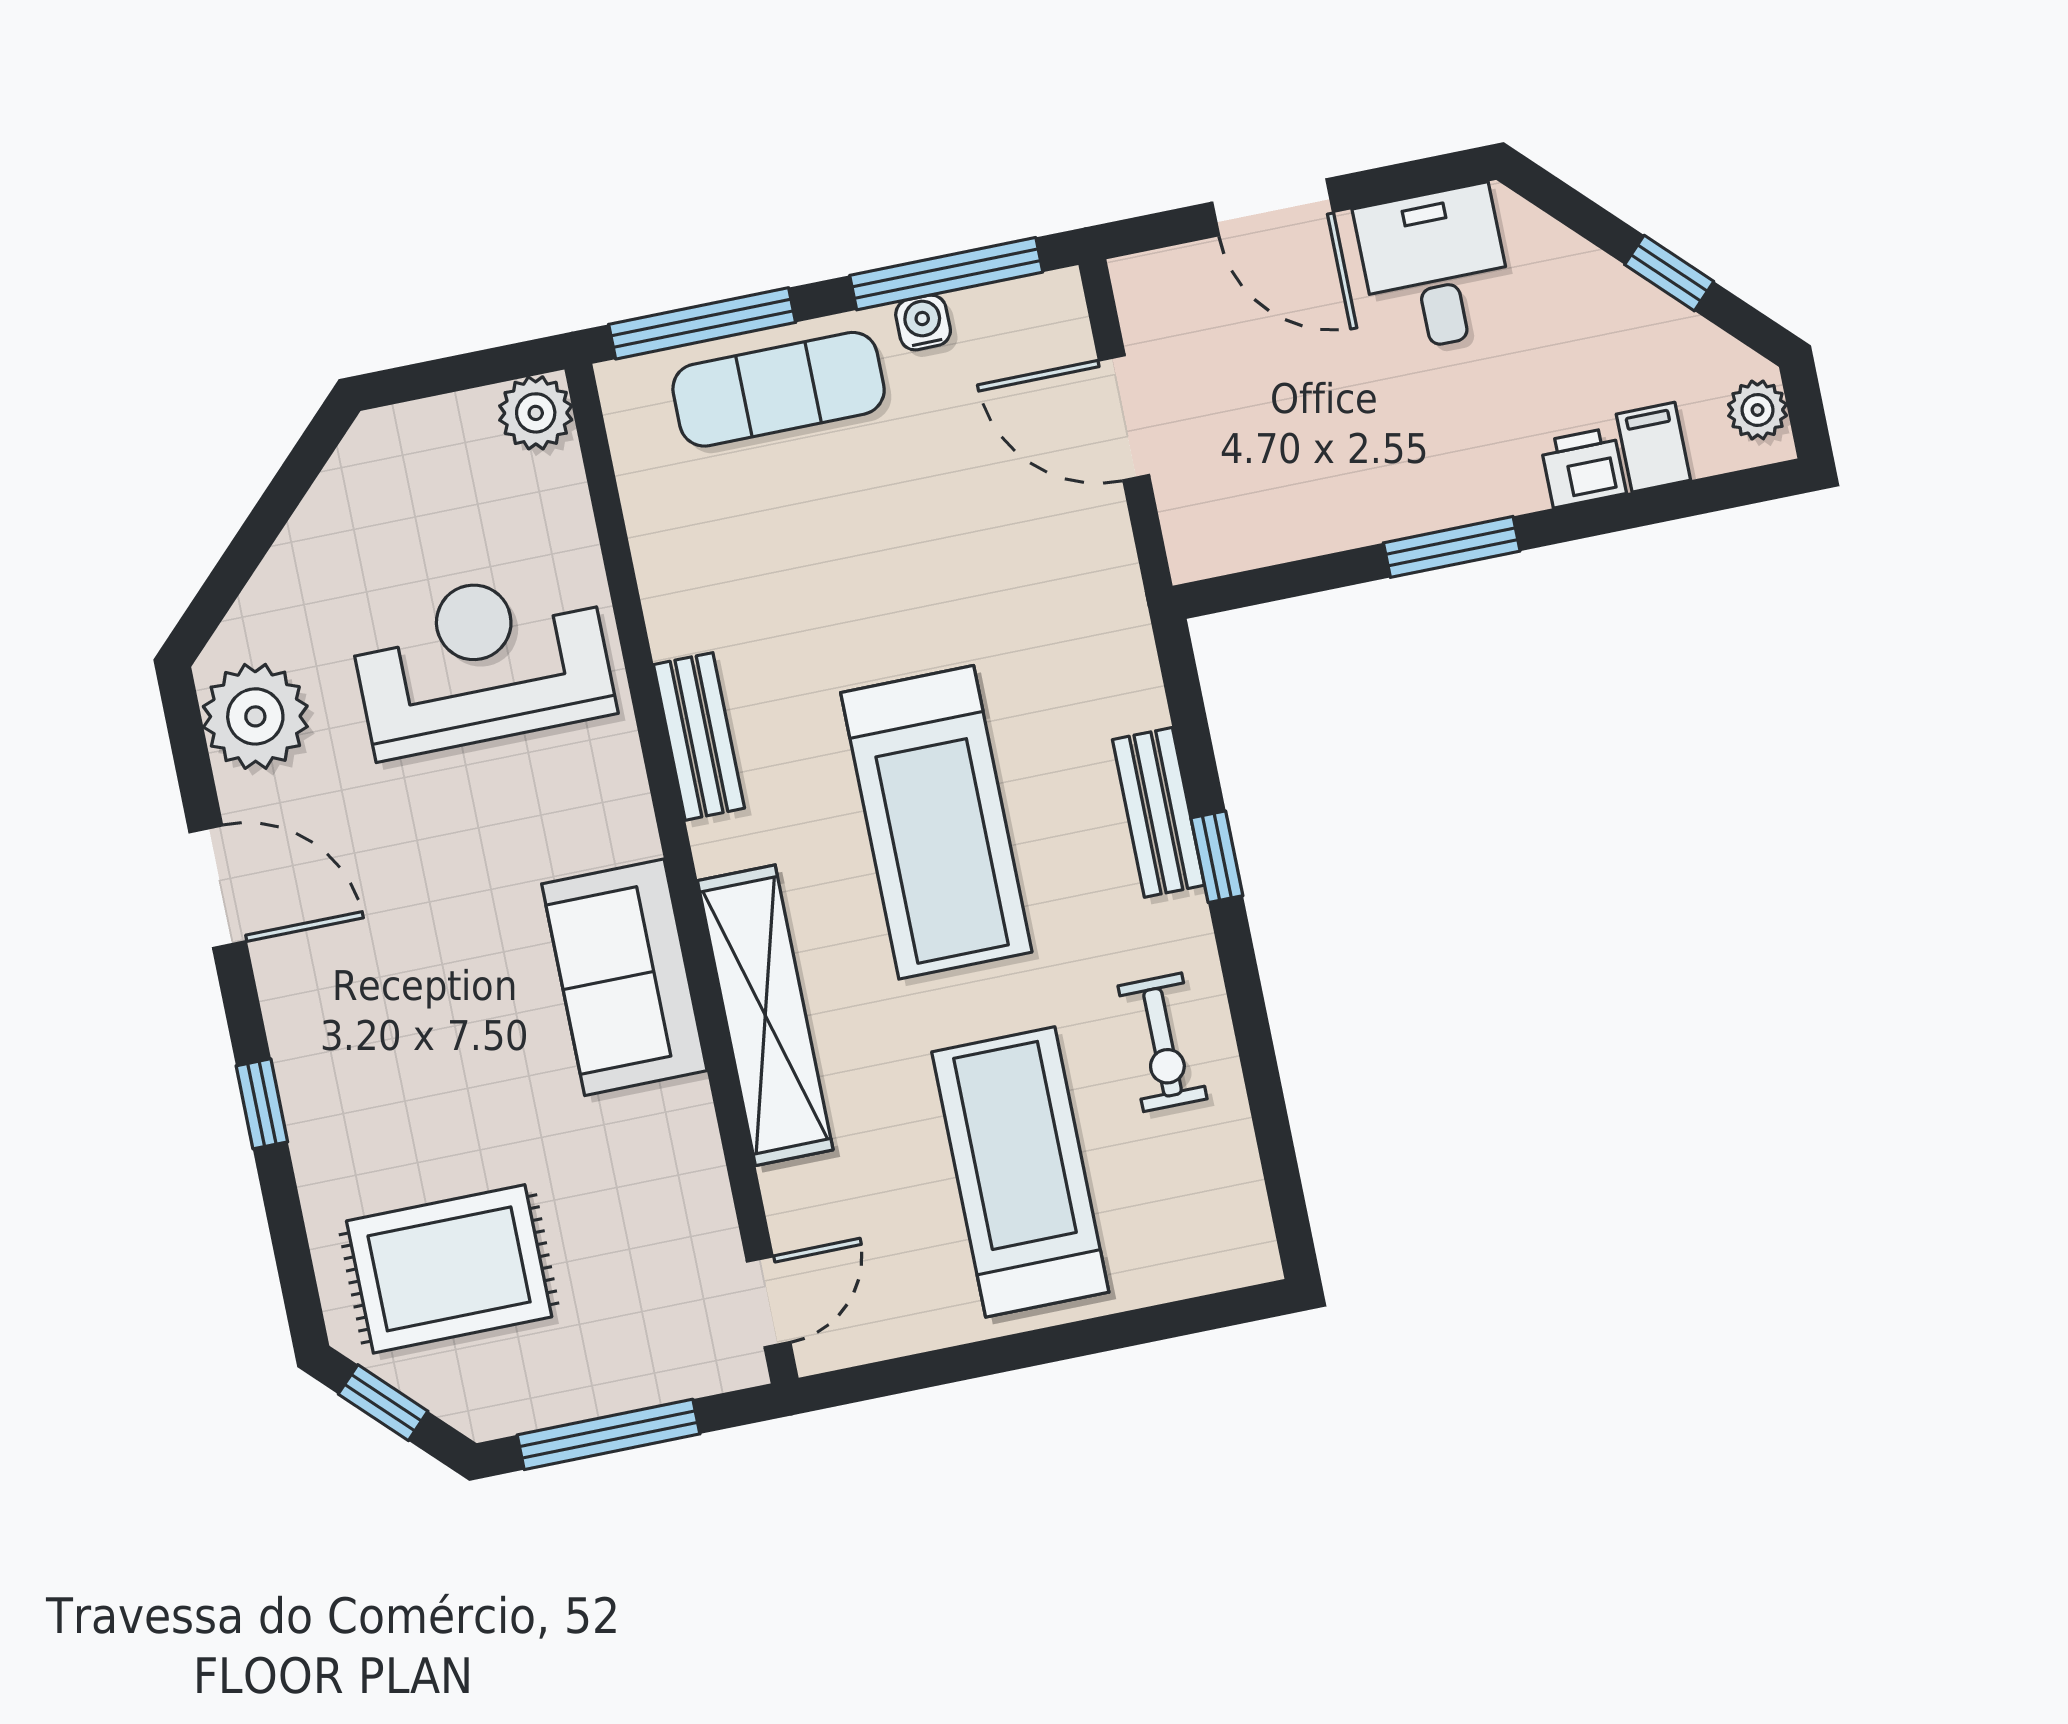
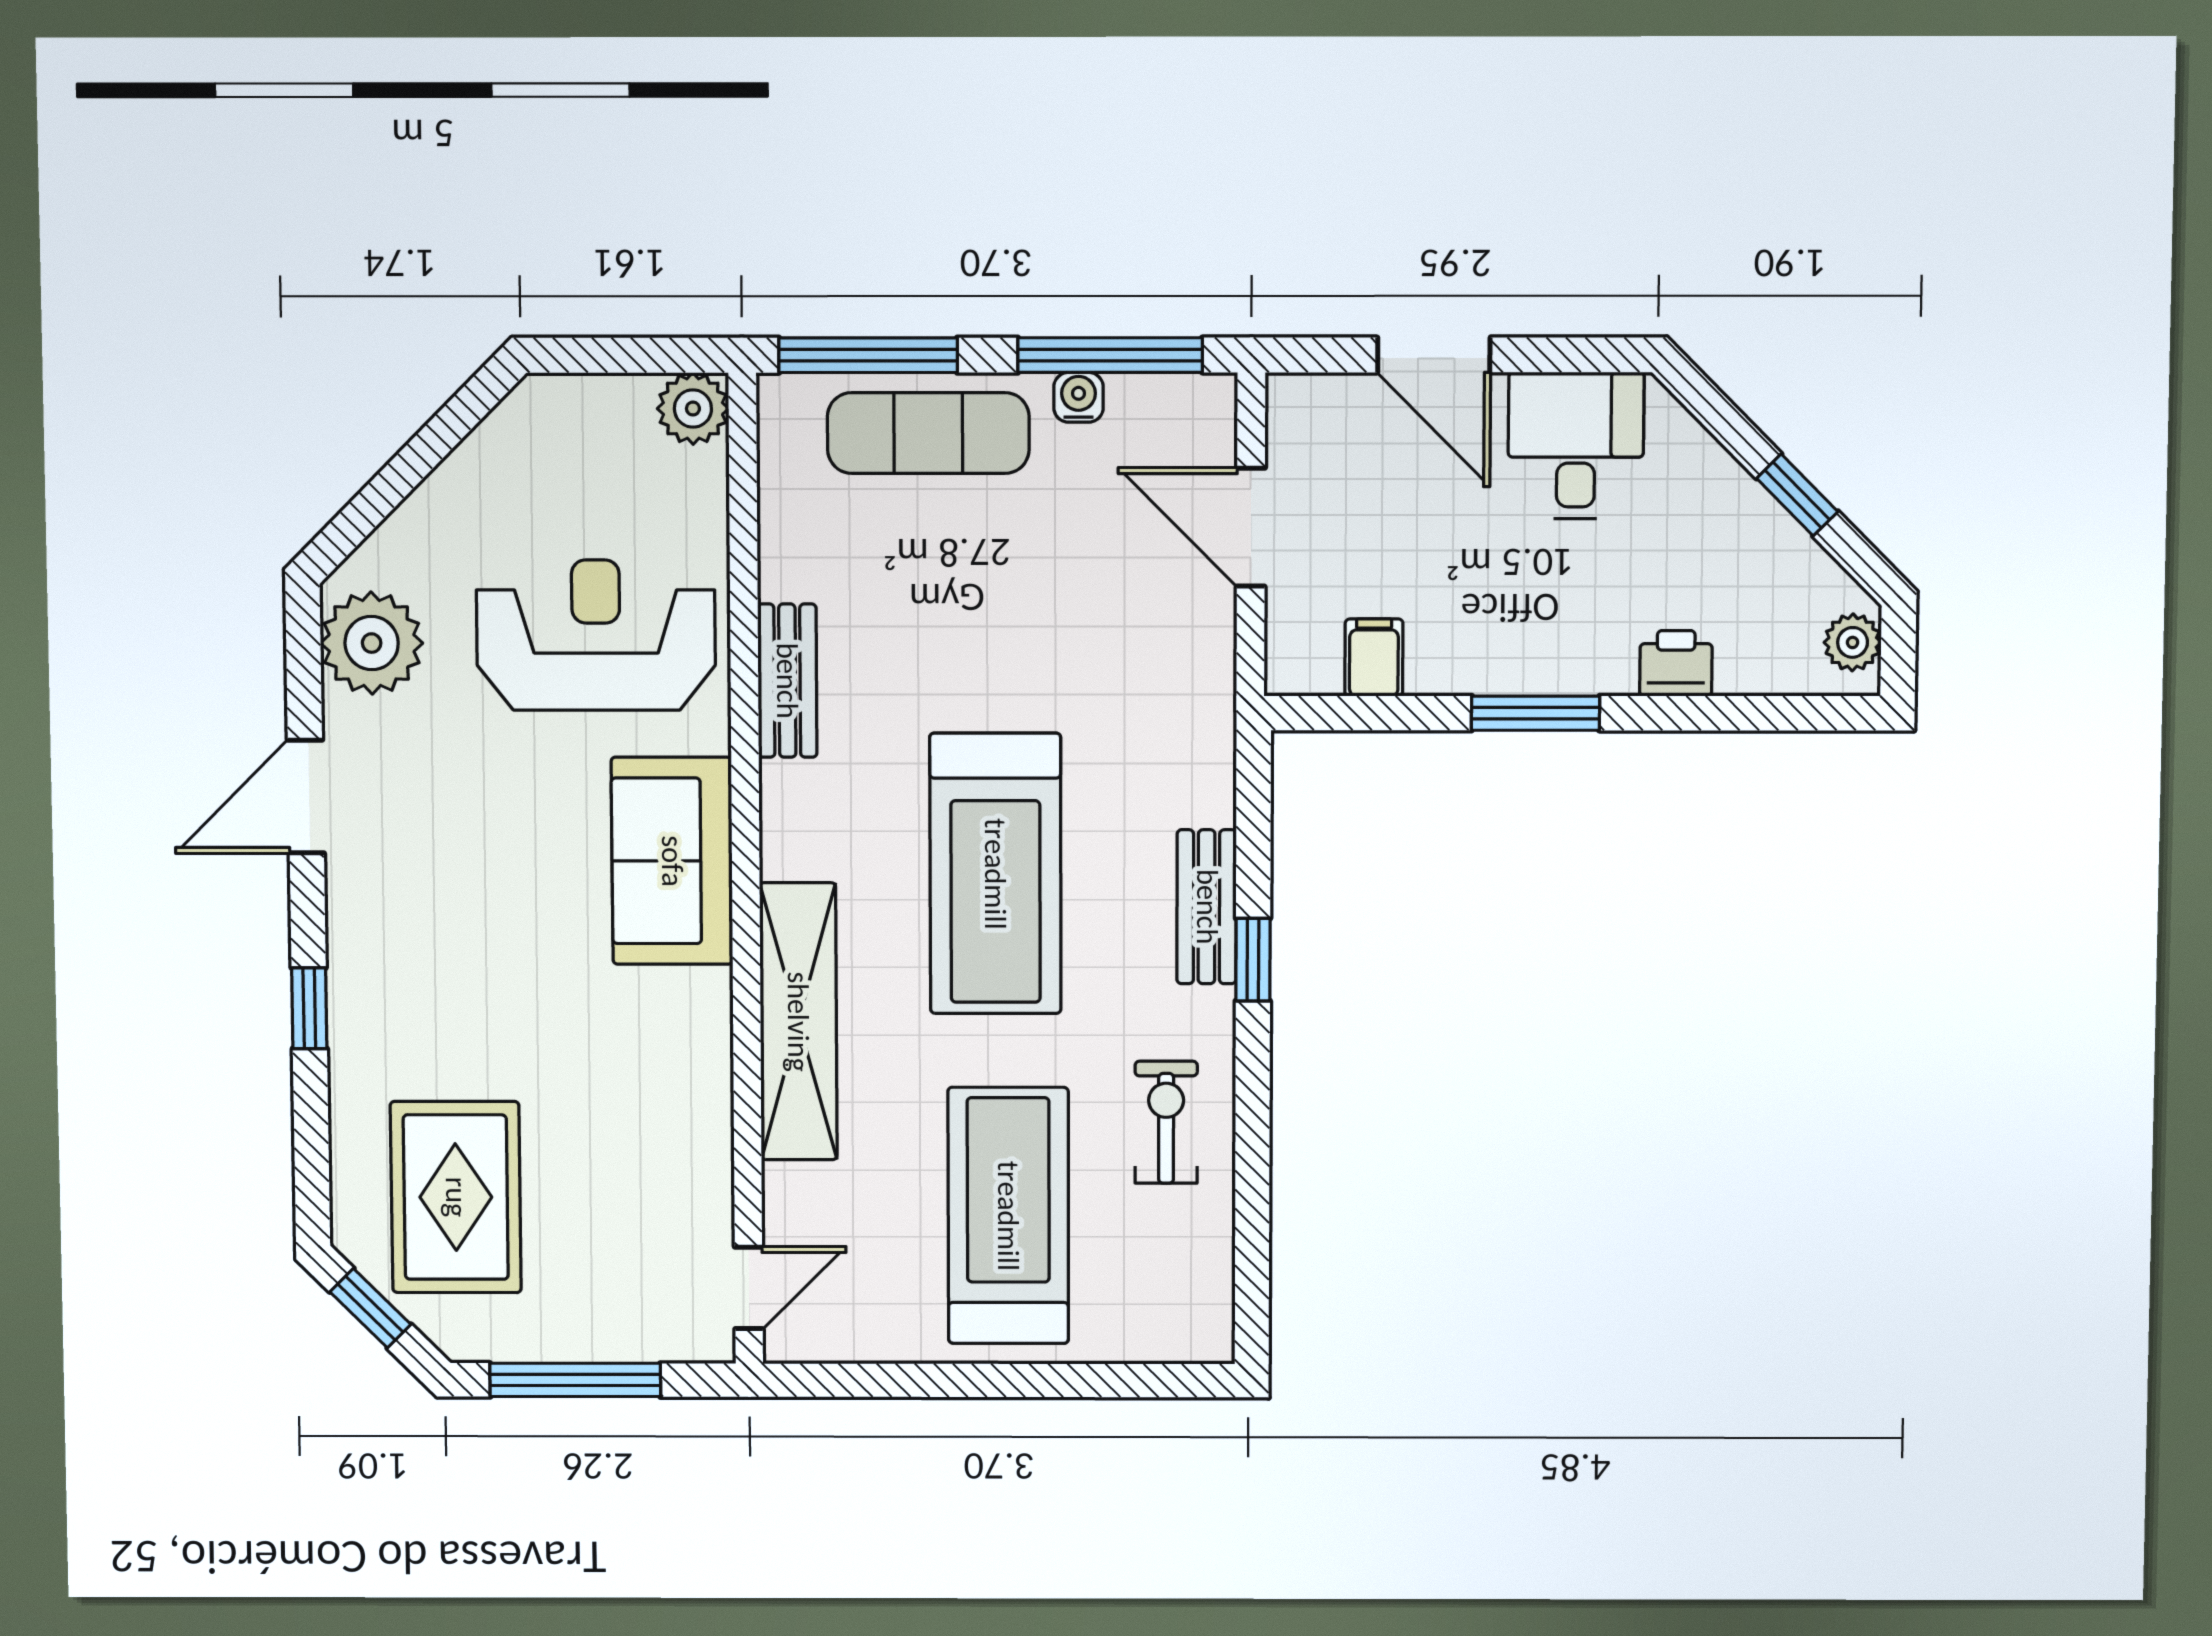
filing cabinet: (1653, 447) -> (1374, 658), moved
bench: (699, 736) -> (787, 681), moved
door: (218, 887) -> (306, 797), swing flipped
sofa: (624, 977) -> (672, 861), moved
exercise bike: (1163, 1042) -> (1166, 1122), turned 180
rug: (449, 1269) -> (456, 1197), turned 90

